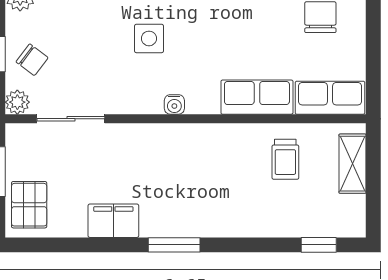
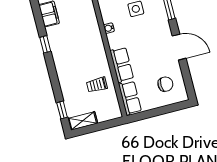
shelving: (352, 164) -> (83, 121), moved
window: (174, 245) -> (45, 44), width x0.67

